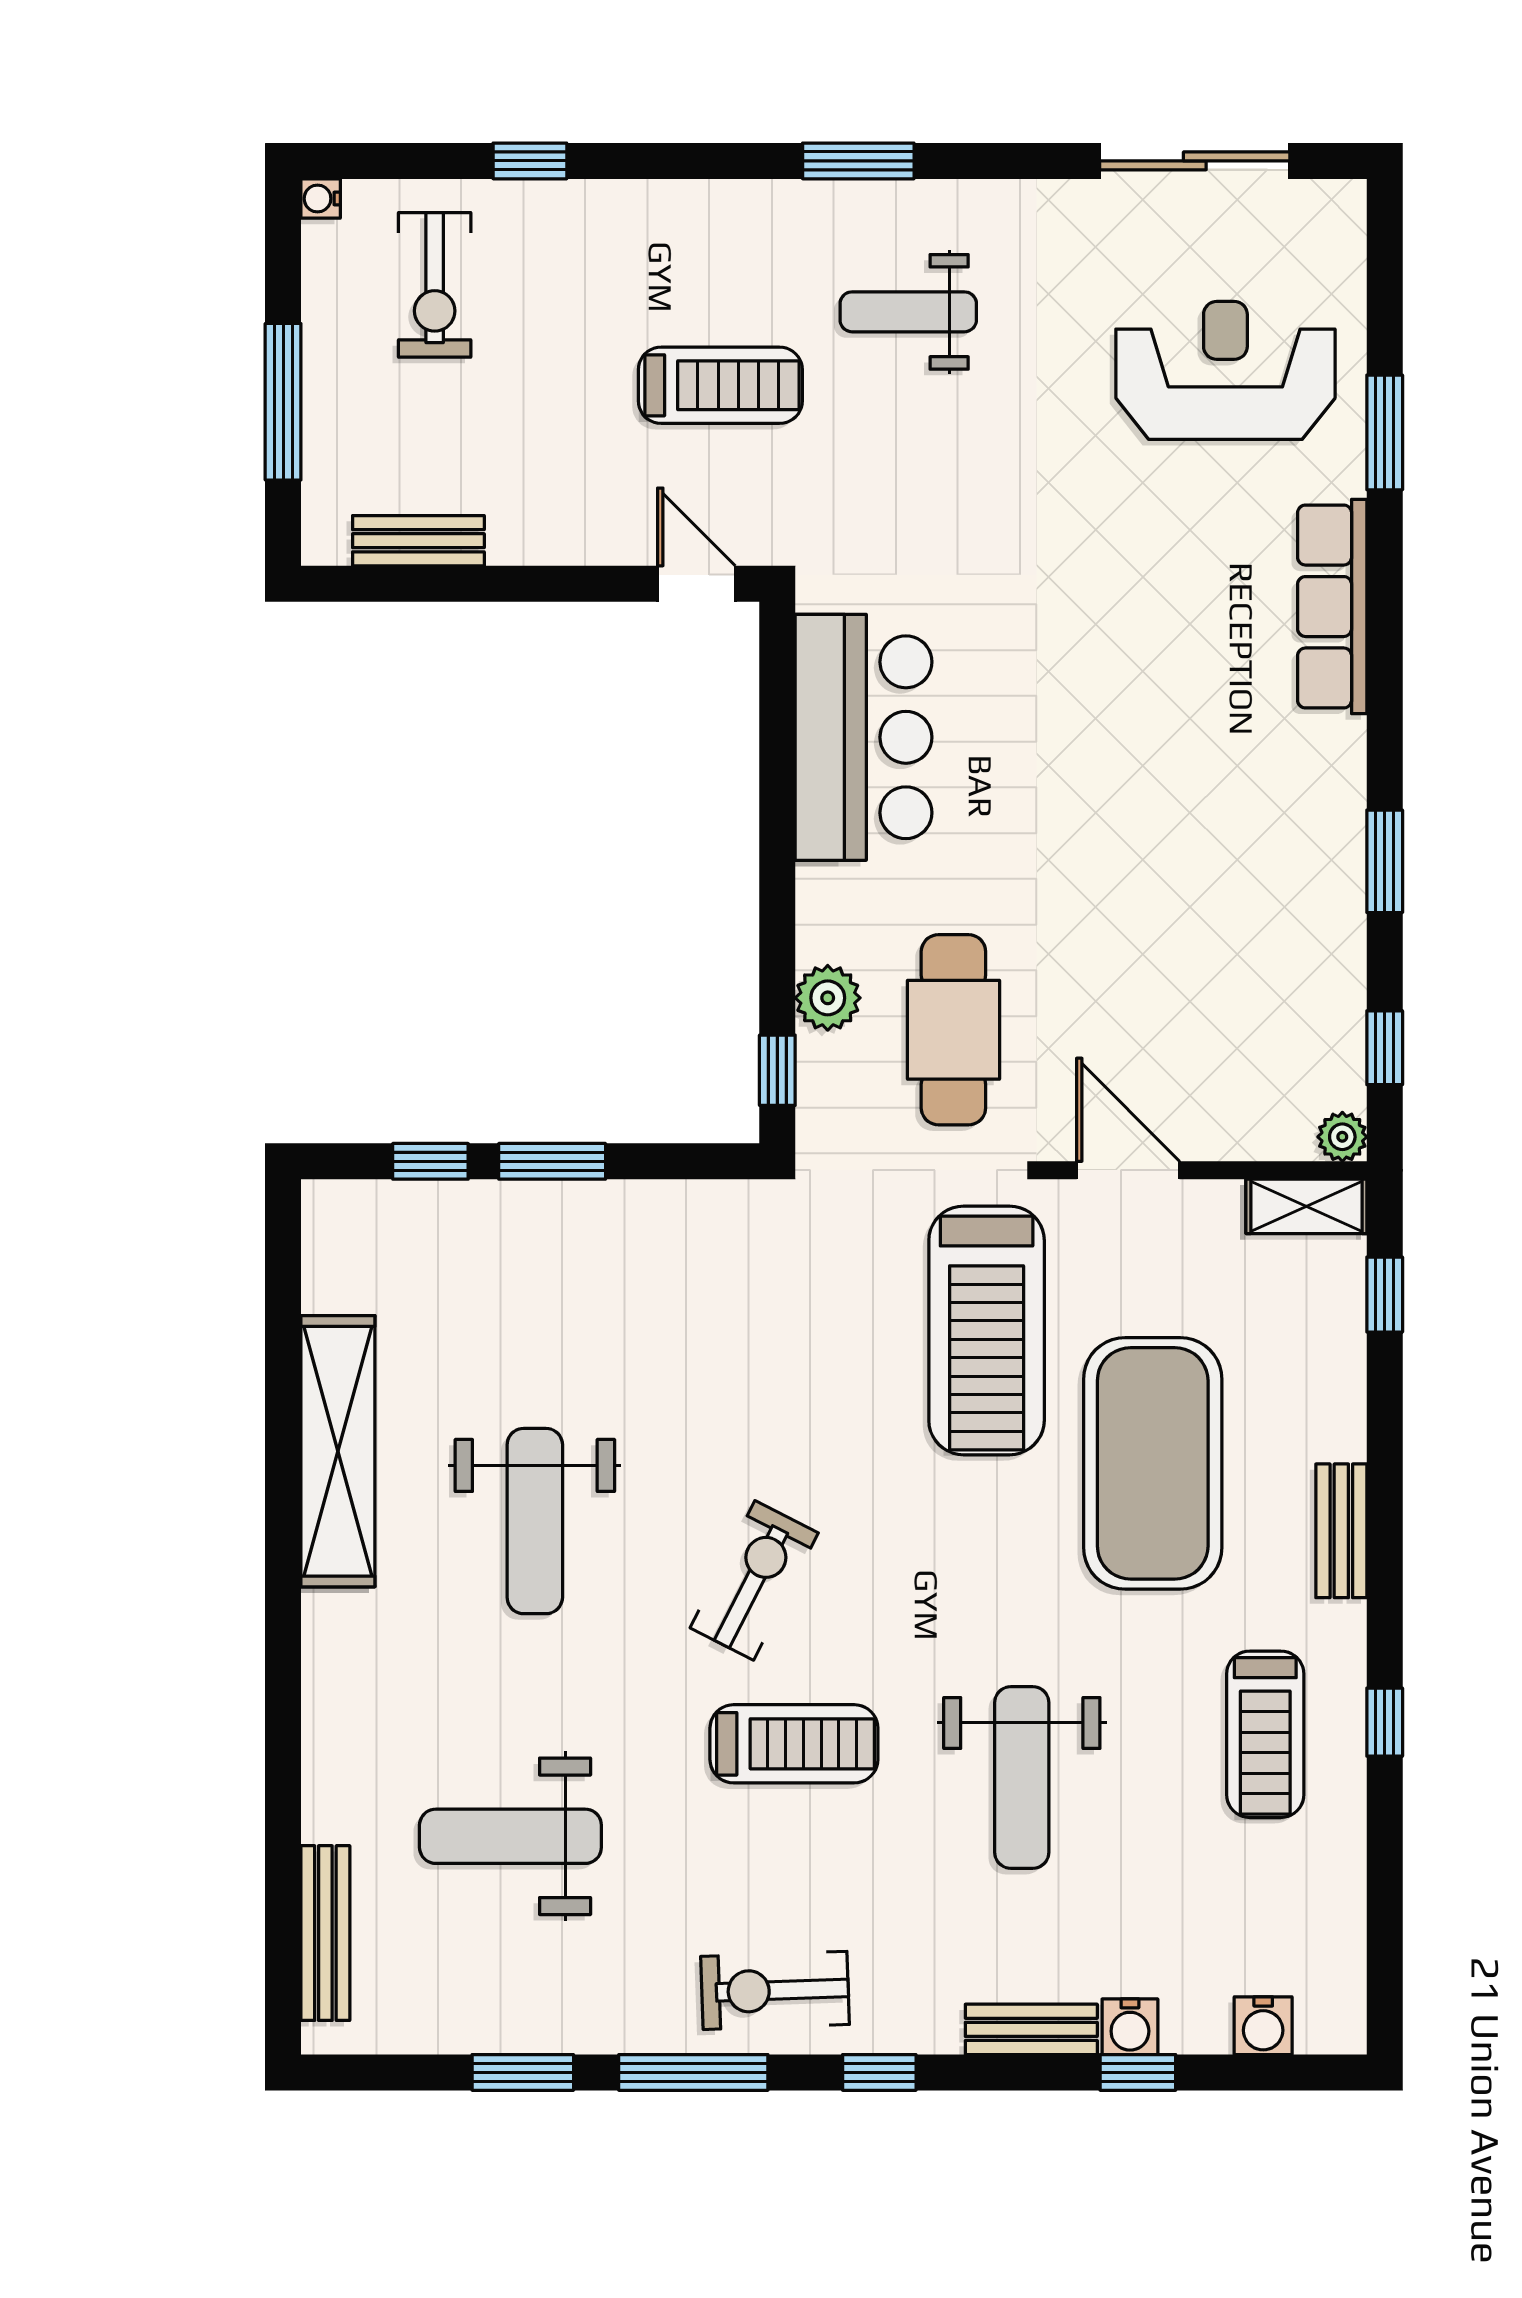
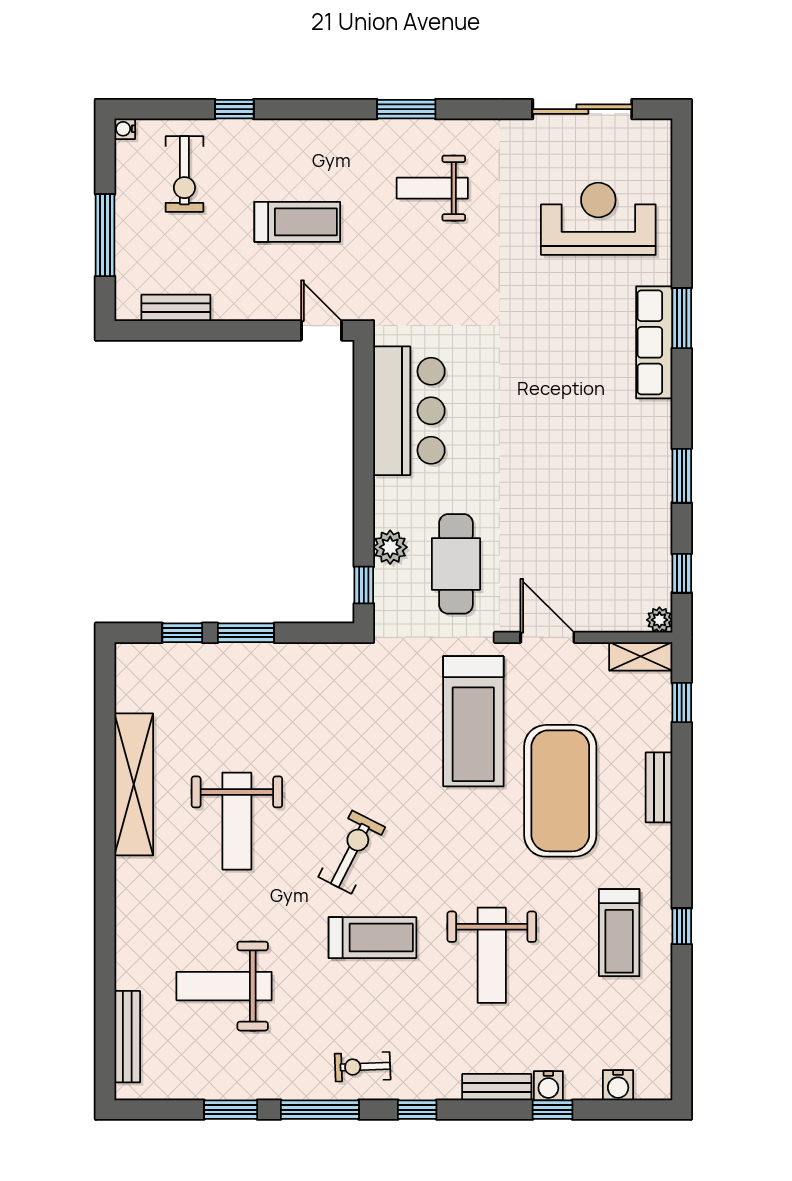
treadmill: (720, 385) -> (297, 222), moved
window: (1385, 432) -> (682, 318), moved
bench: (1341, 1531) -> (659, 787), moved
exercise bike: (775, 1990) -> (363, 1067), width x0.73, depth x0.72

